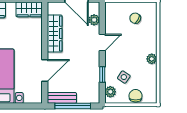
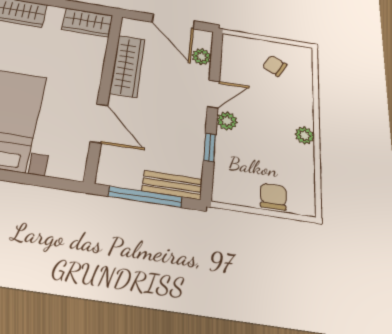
door: (45, 70) -> (99, 123), hinge flipped
side table: (124, 77) -> (251, 159), removed
plant: (110, 92) -> (227, 121), moved
bench: (62, 98) -> (172, 185), moved

